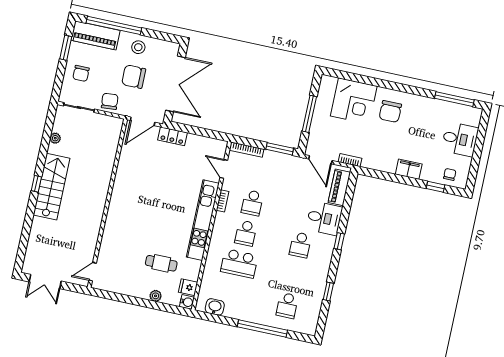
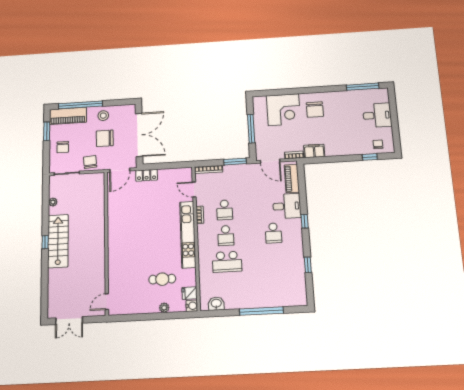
filing cabinet: (409, 169) -> (314, 151), moved
school desk: (287, 306) -> (277, 286), removed

